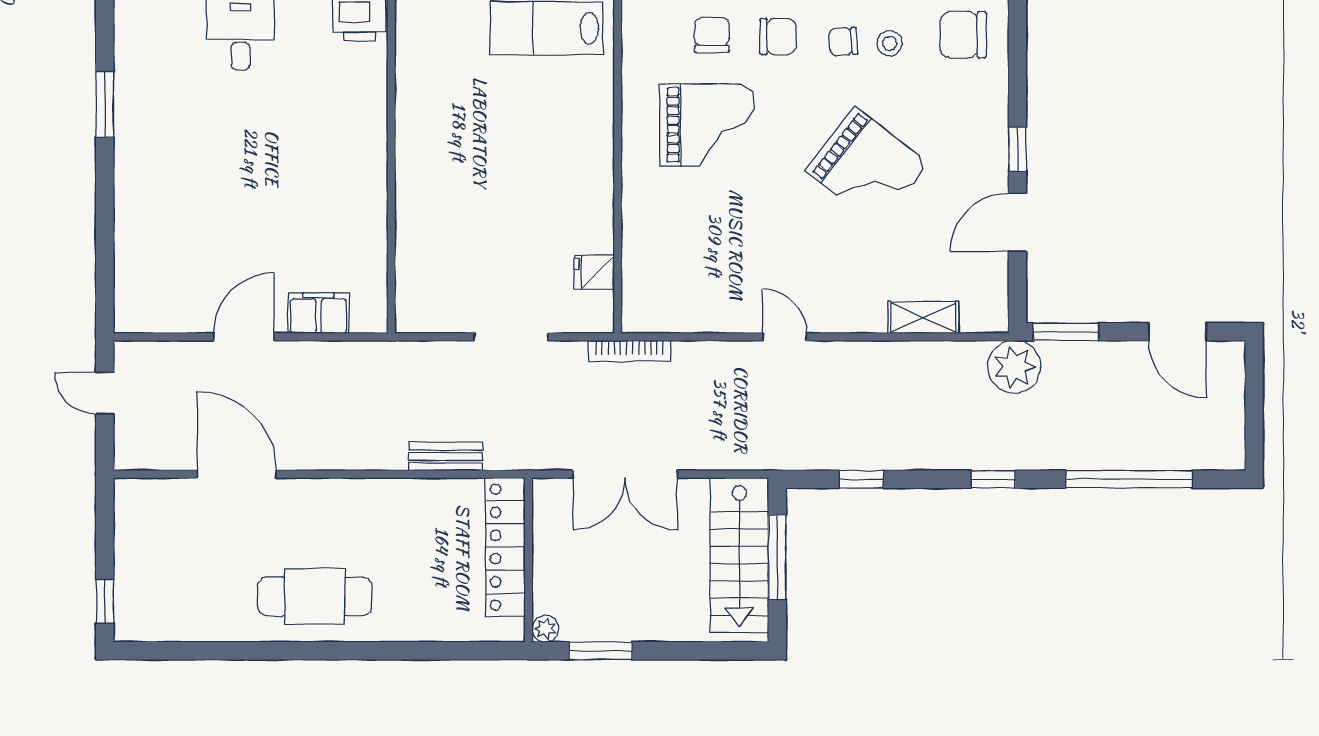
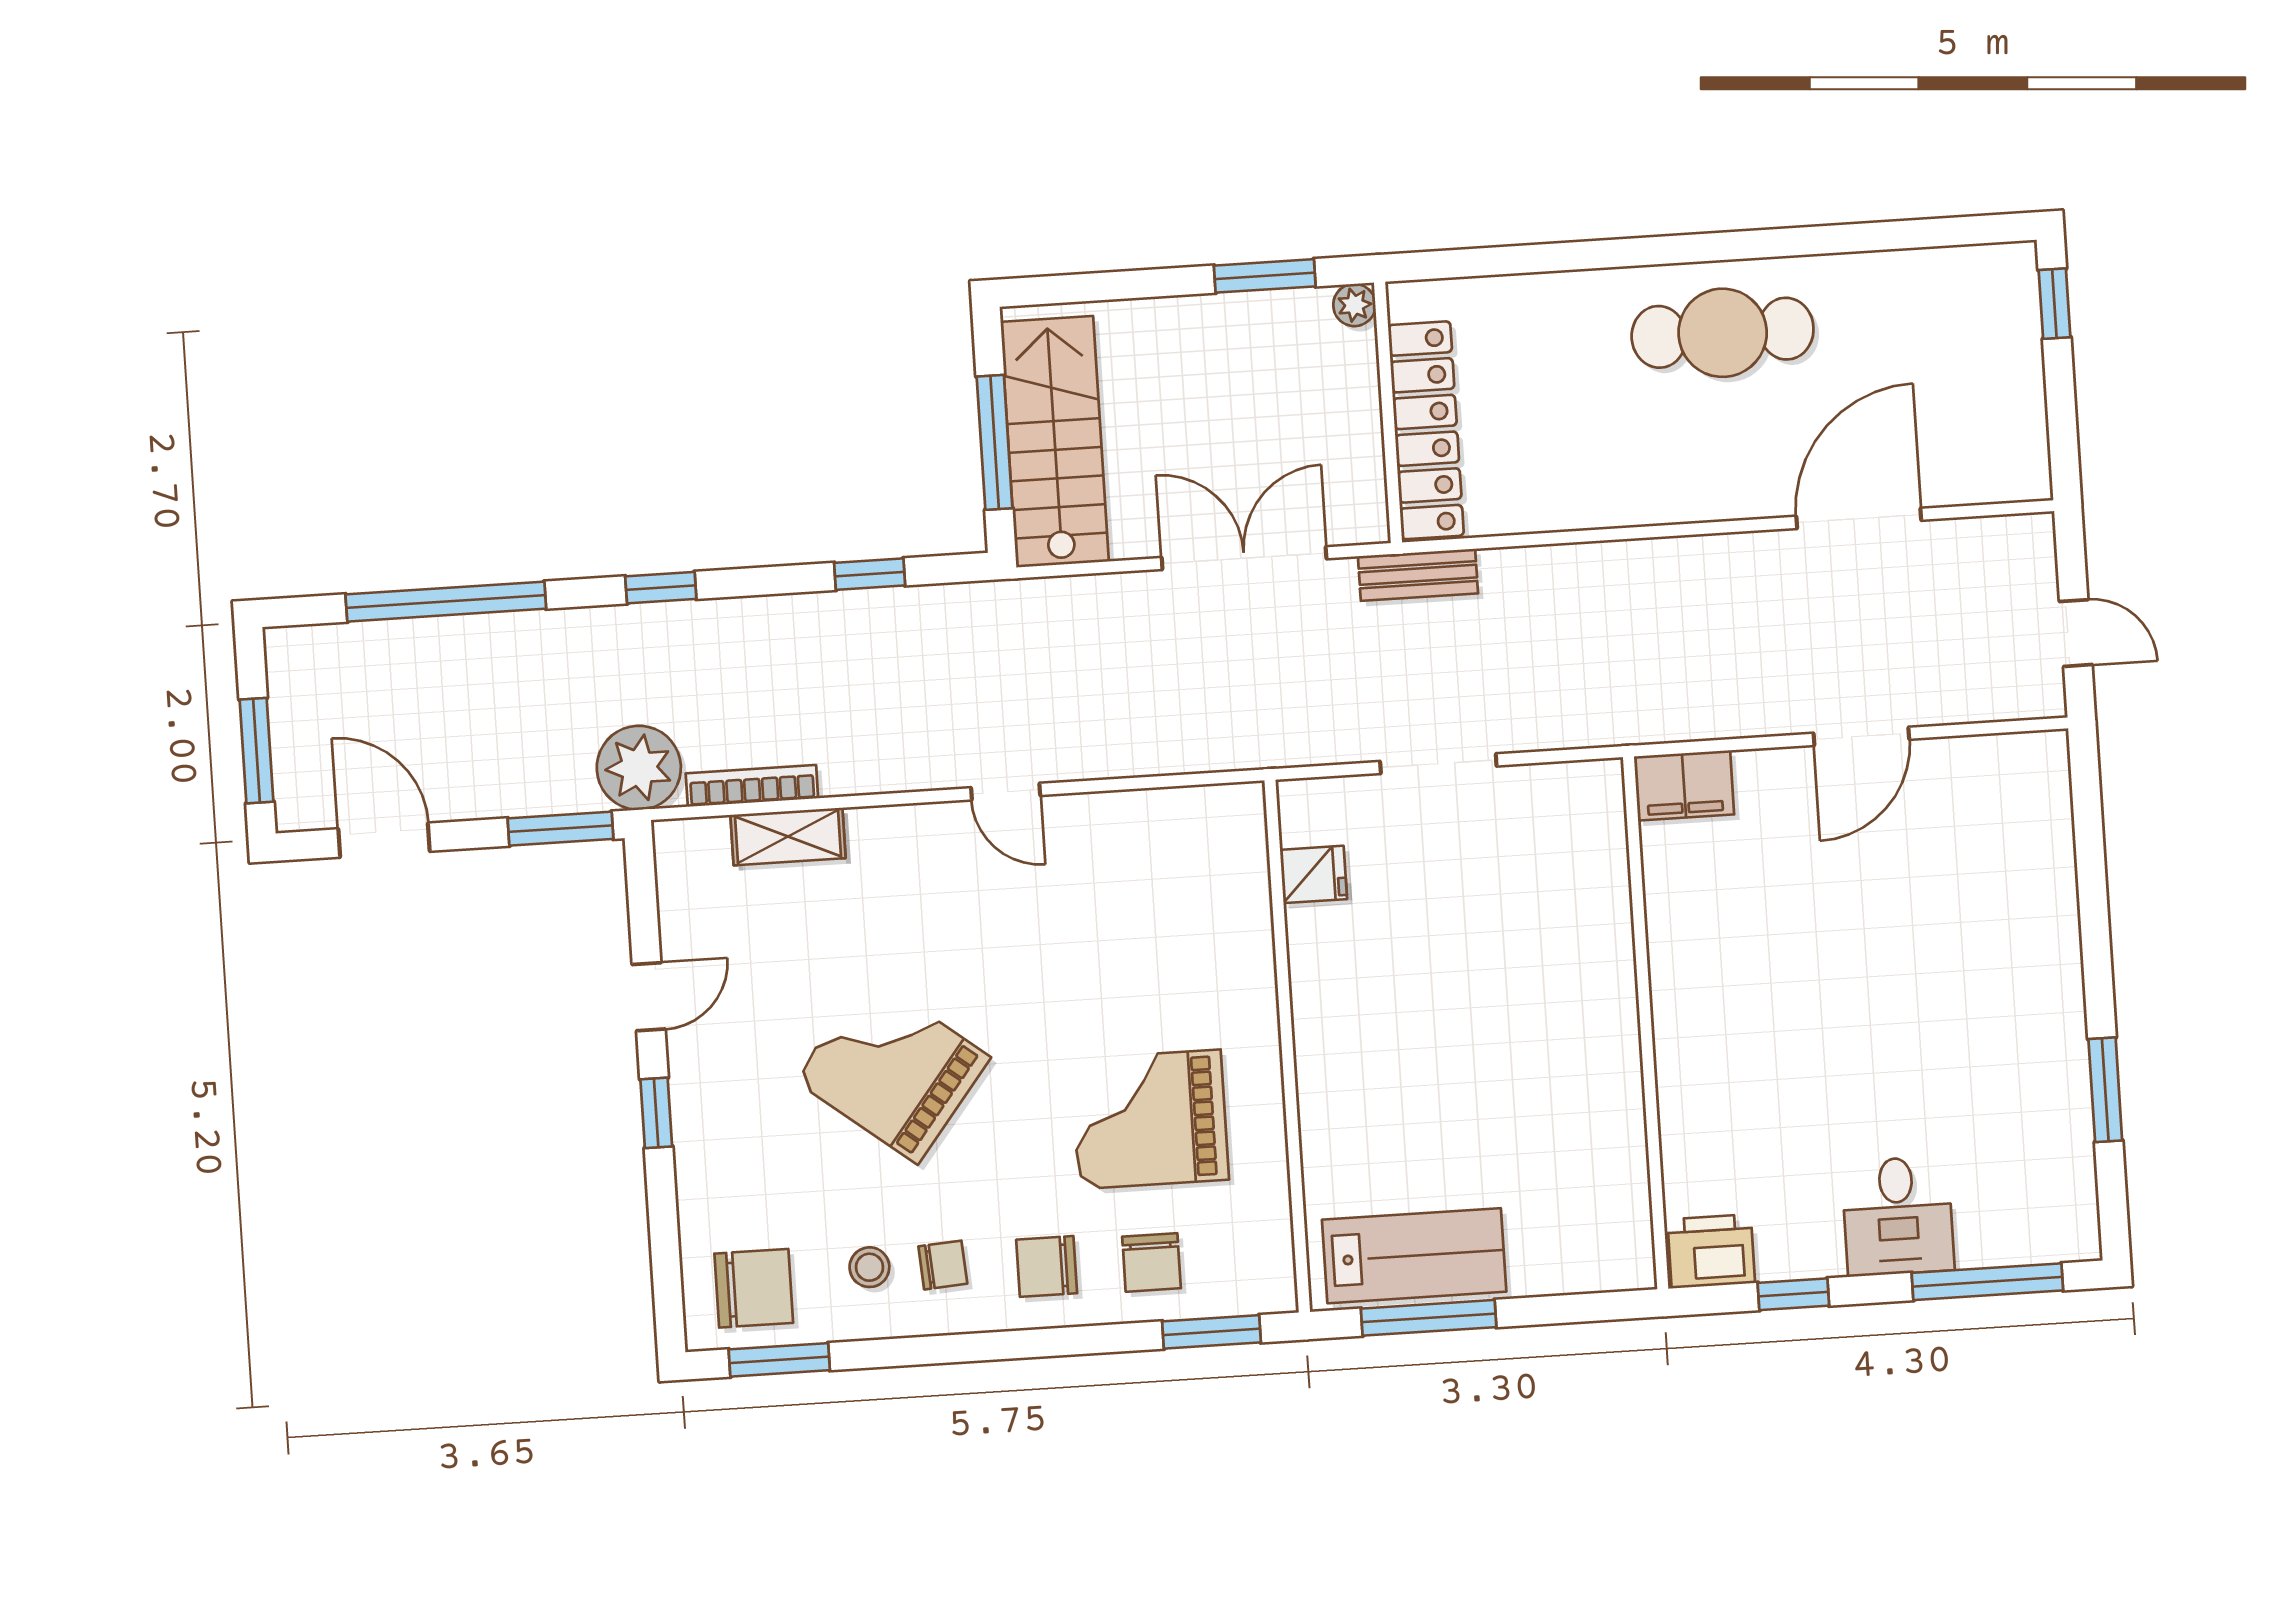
door: (1017, 222) -> (649, 997), width x0.73
filing cabinet: (318, 313) -> (1684, 785), moved
bookcase: (630, 351) -> (752, 786), moved
window: (1254, 393) -> (256, 751), added
bench: (445, 457) -> (1418, 575), moved
door: (237, 474) -> (1859, 518), swing flipped

